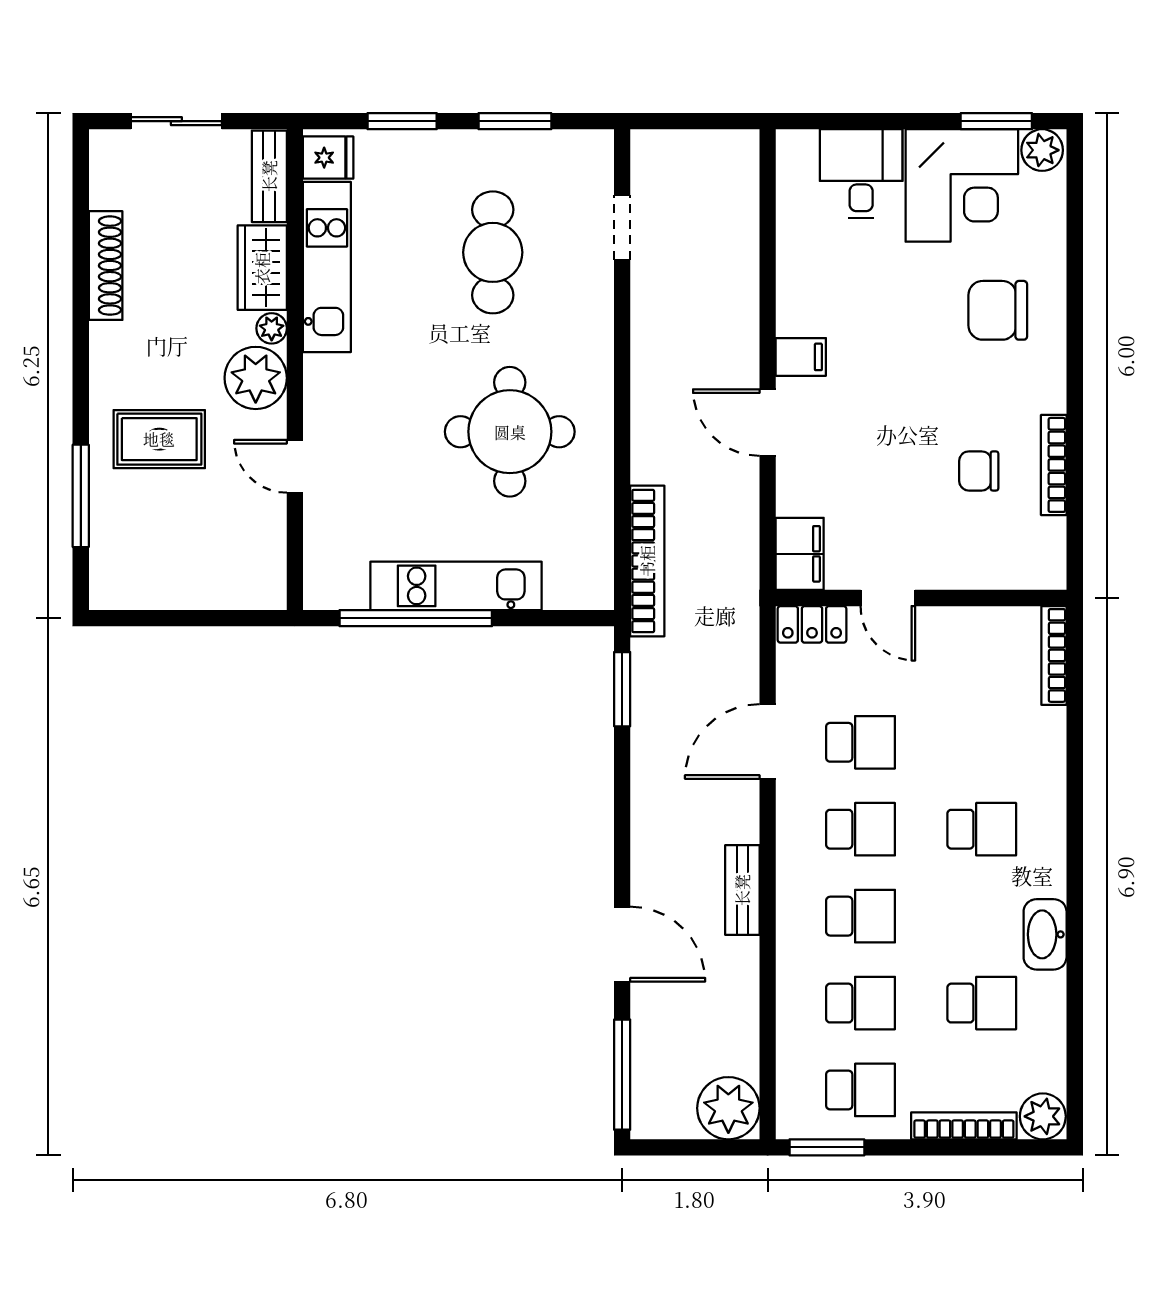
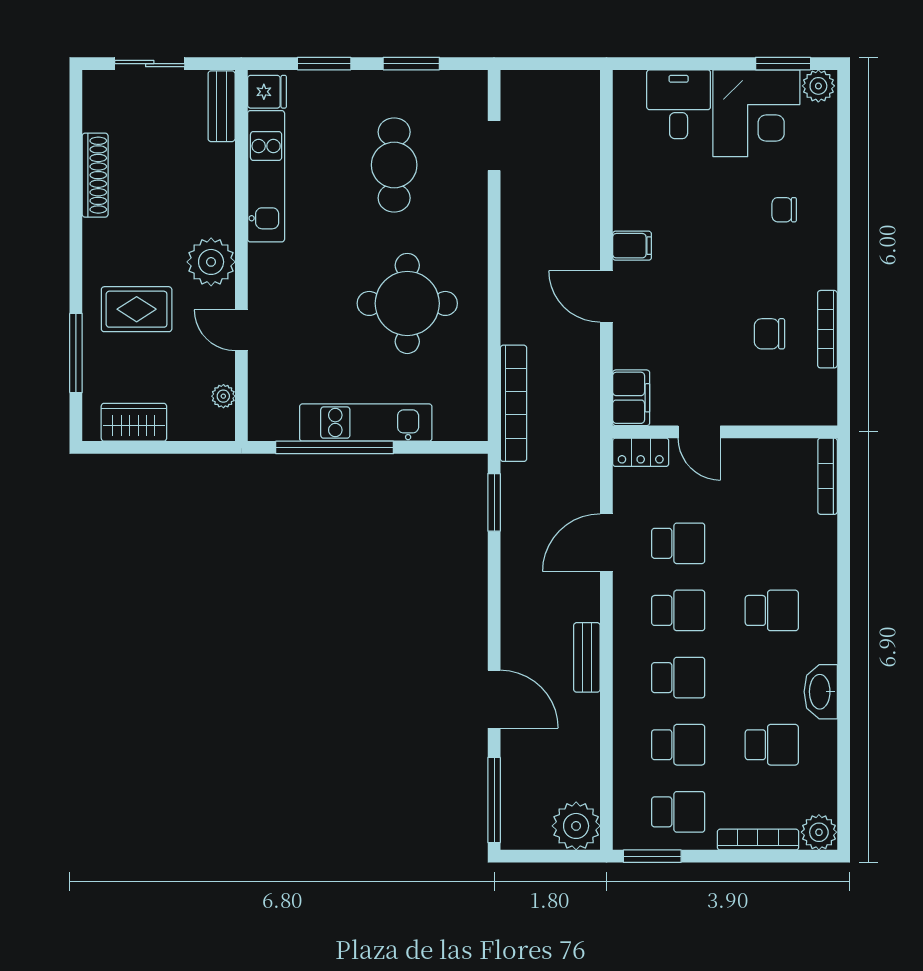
wardrobe: (262, 268) -> (134, 422), moved, turned 90
chair: (998, 310) -> (784, 210), width x0.54, depth x0.54
plant: (272, 328) -> (223, 396), moved

